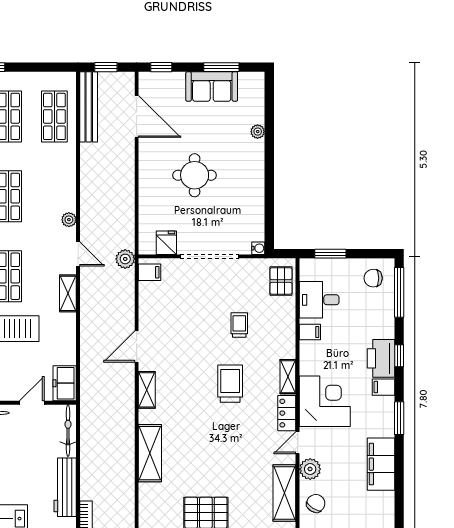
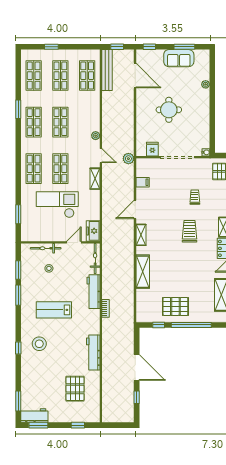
filing cabinet: (150, 272) -> (143, 182), moved

